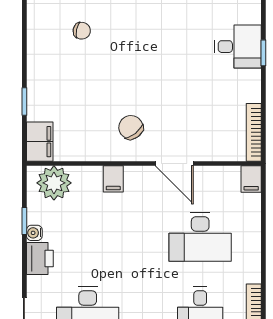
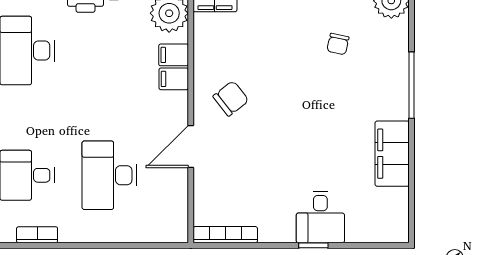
filing cabinet: (251, 179) -> (174, 55), moved

